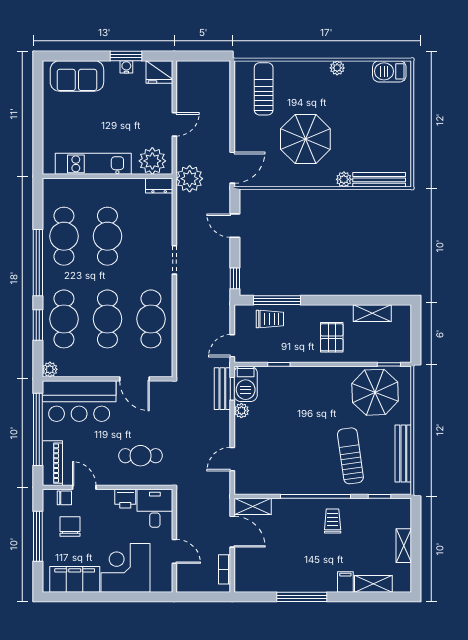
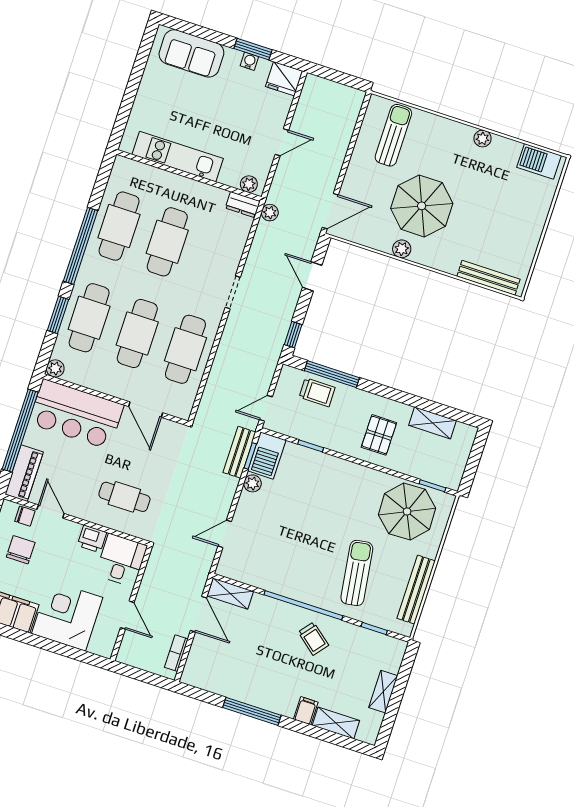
plant: (152, 161) -> (249, 184), width x0.53, depth x0.53
plant: (190, 179) -> (270, 213), width x0.53, depth x0.53
plant: (344, 179) -> (402, 249), moved
trolley: (333, 521) -> (313, 639), turned 129

